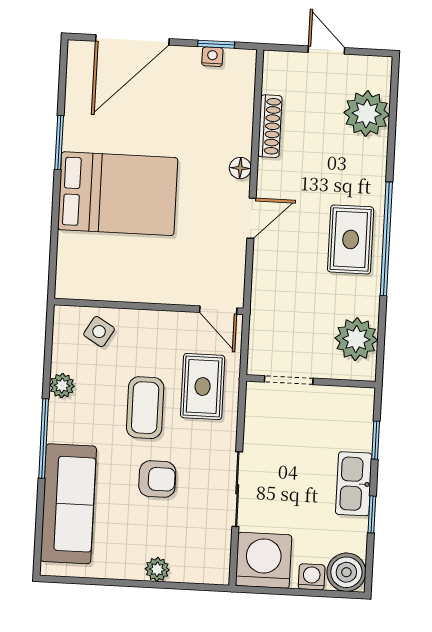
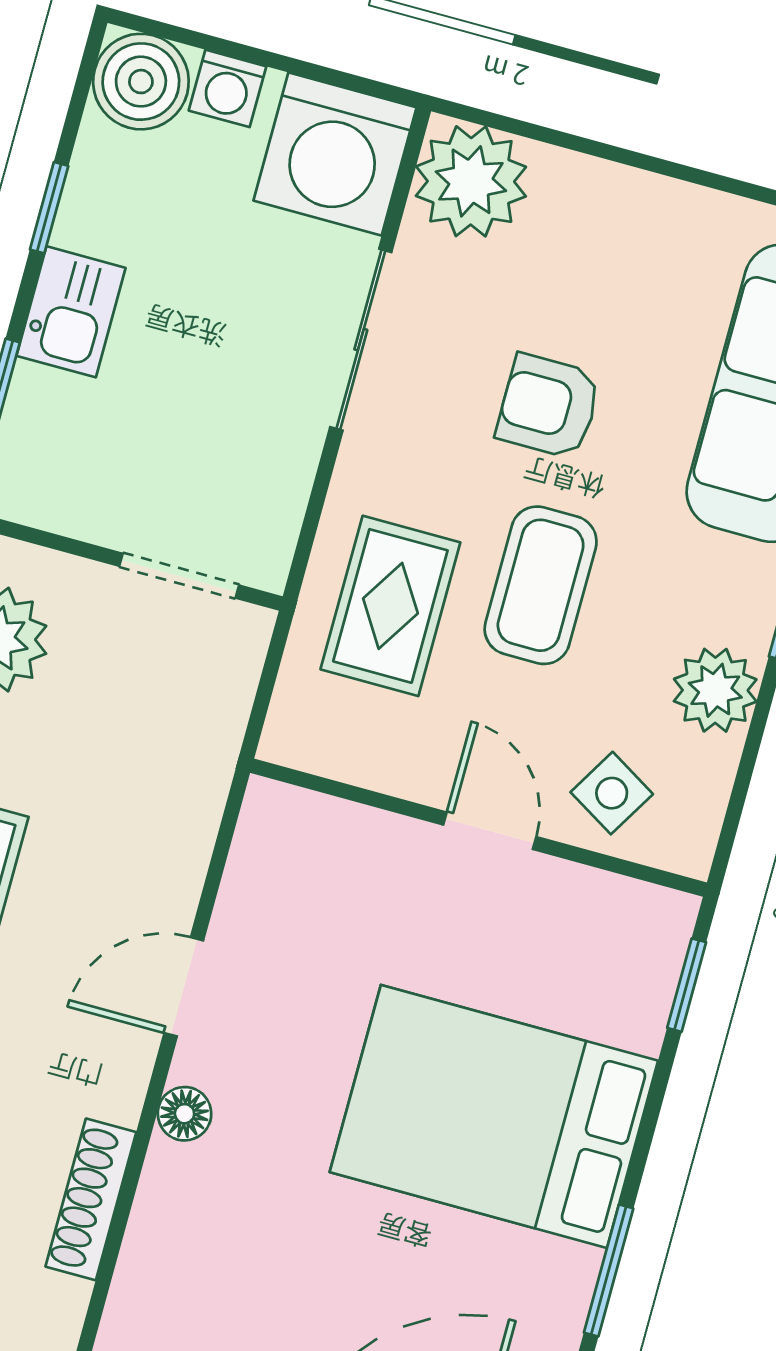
window: (53, 262) -> (687, 985), added
door: (218, 310) -> (490, 831), moved
plant: (62, 386) -> (715, 690), width x1.38, depth x1.38
kitchen sink: (354, 484) -> (71, 312), width x0.73
plant: (157, 569) -> (471, 181), moved, width x1.87, depth x1.87

